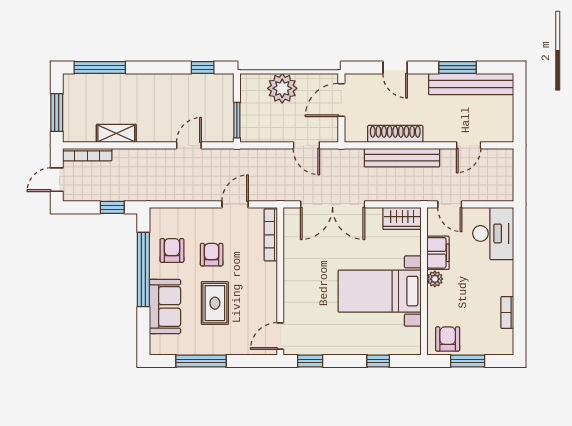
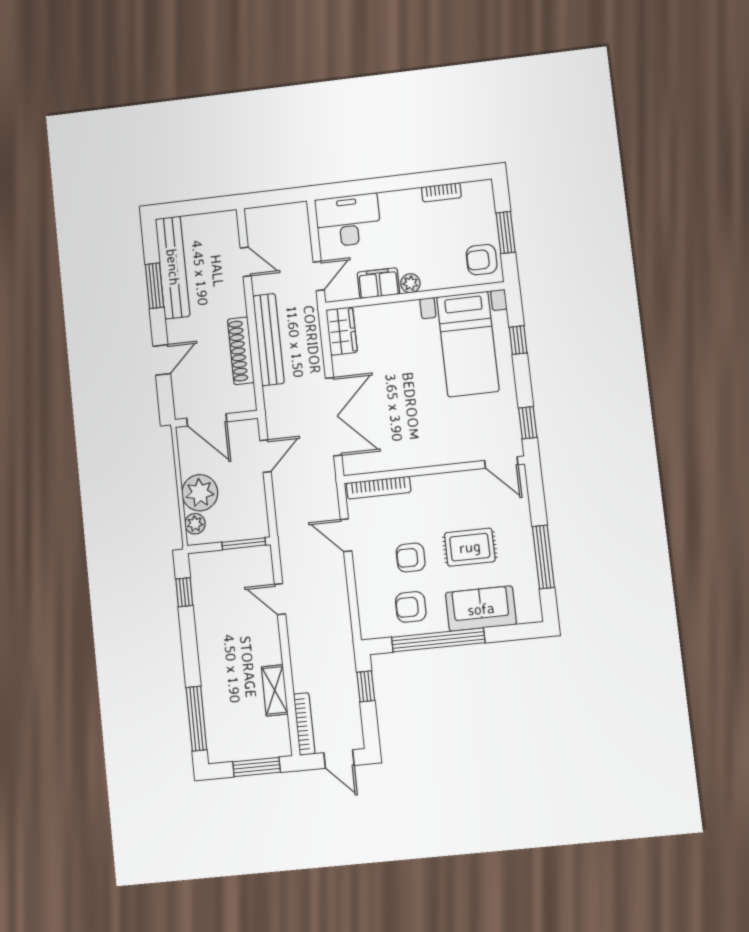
plant: (257, 82) -> (195, 524), added
bed with nightstands: (380, 291) -> (468, 344), moved

